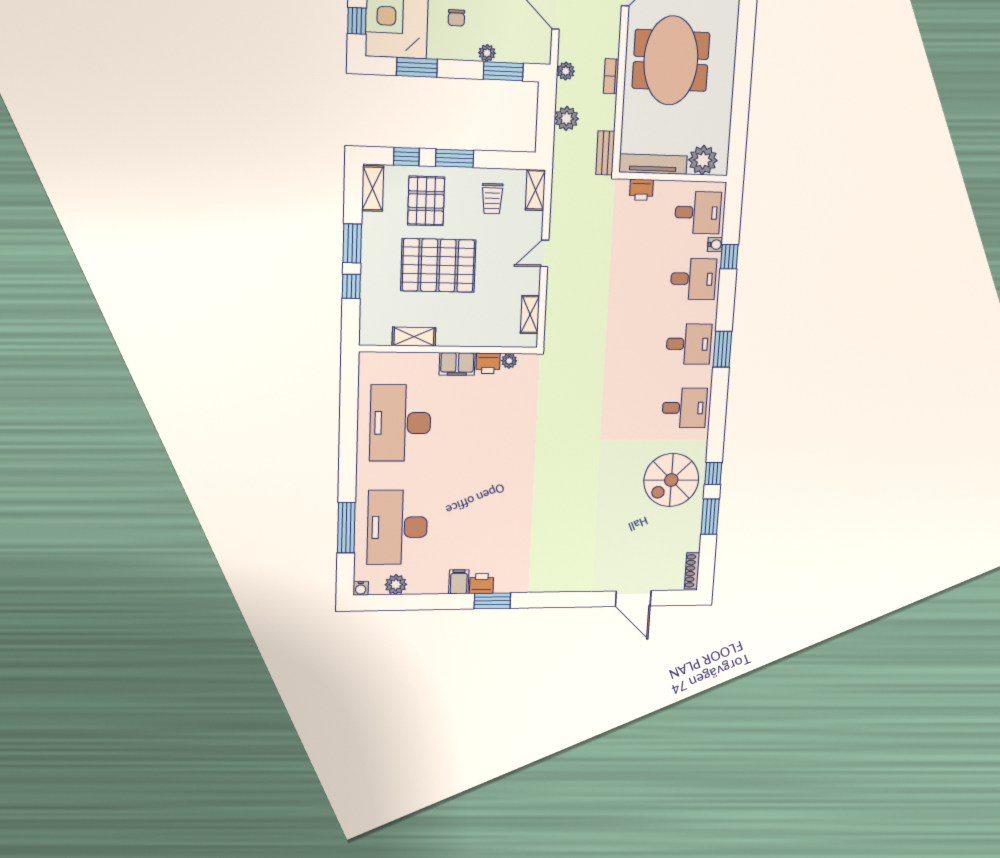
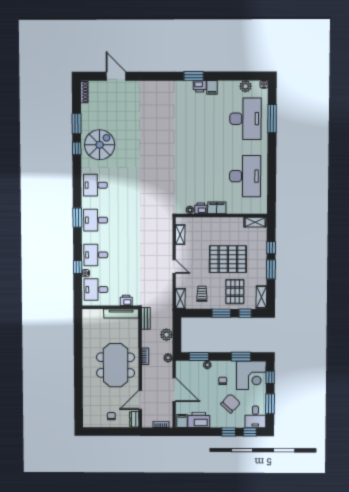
plant: (703, 160) -> (95, 316), removed
door: (545, 253) -> (174, 267), hinge flipped
shelving: (414, 337) -> (255, 222), moved

